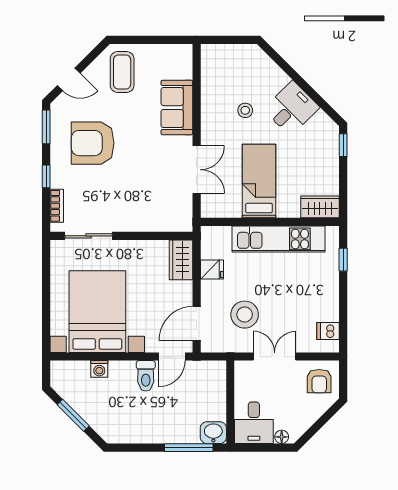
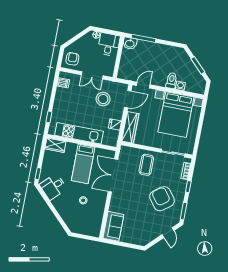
coffee table: (122, 72) -> (146, 165), moved
door: (69, 79) -> (168, 233), swing flipped
sofa: (177, 108) -> (113, 226), moved
desk: (291, 108) -> (53, 187), moved
armchair: (93, 143) -> (162, 199), turned -127
double door: (197, 170) -> (113, 176), width x1.37
wardrobe: (181, 260) -> (130, 127), width x1.50
toilet: (146, 376) -> (171, 81), moved

